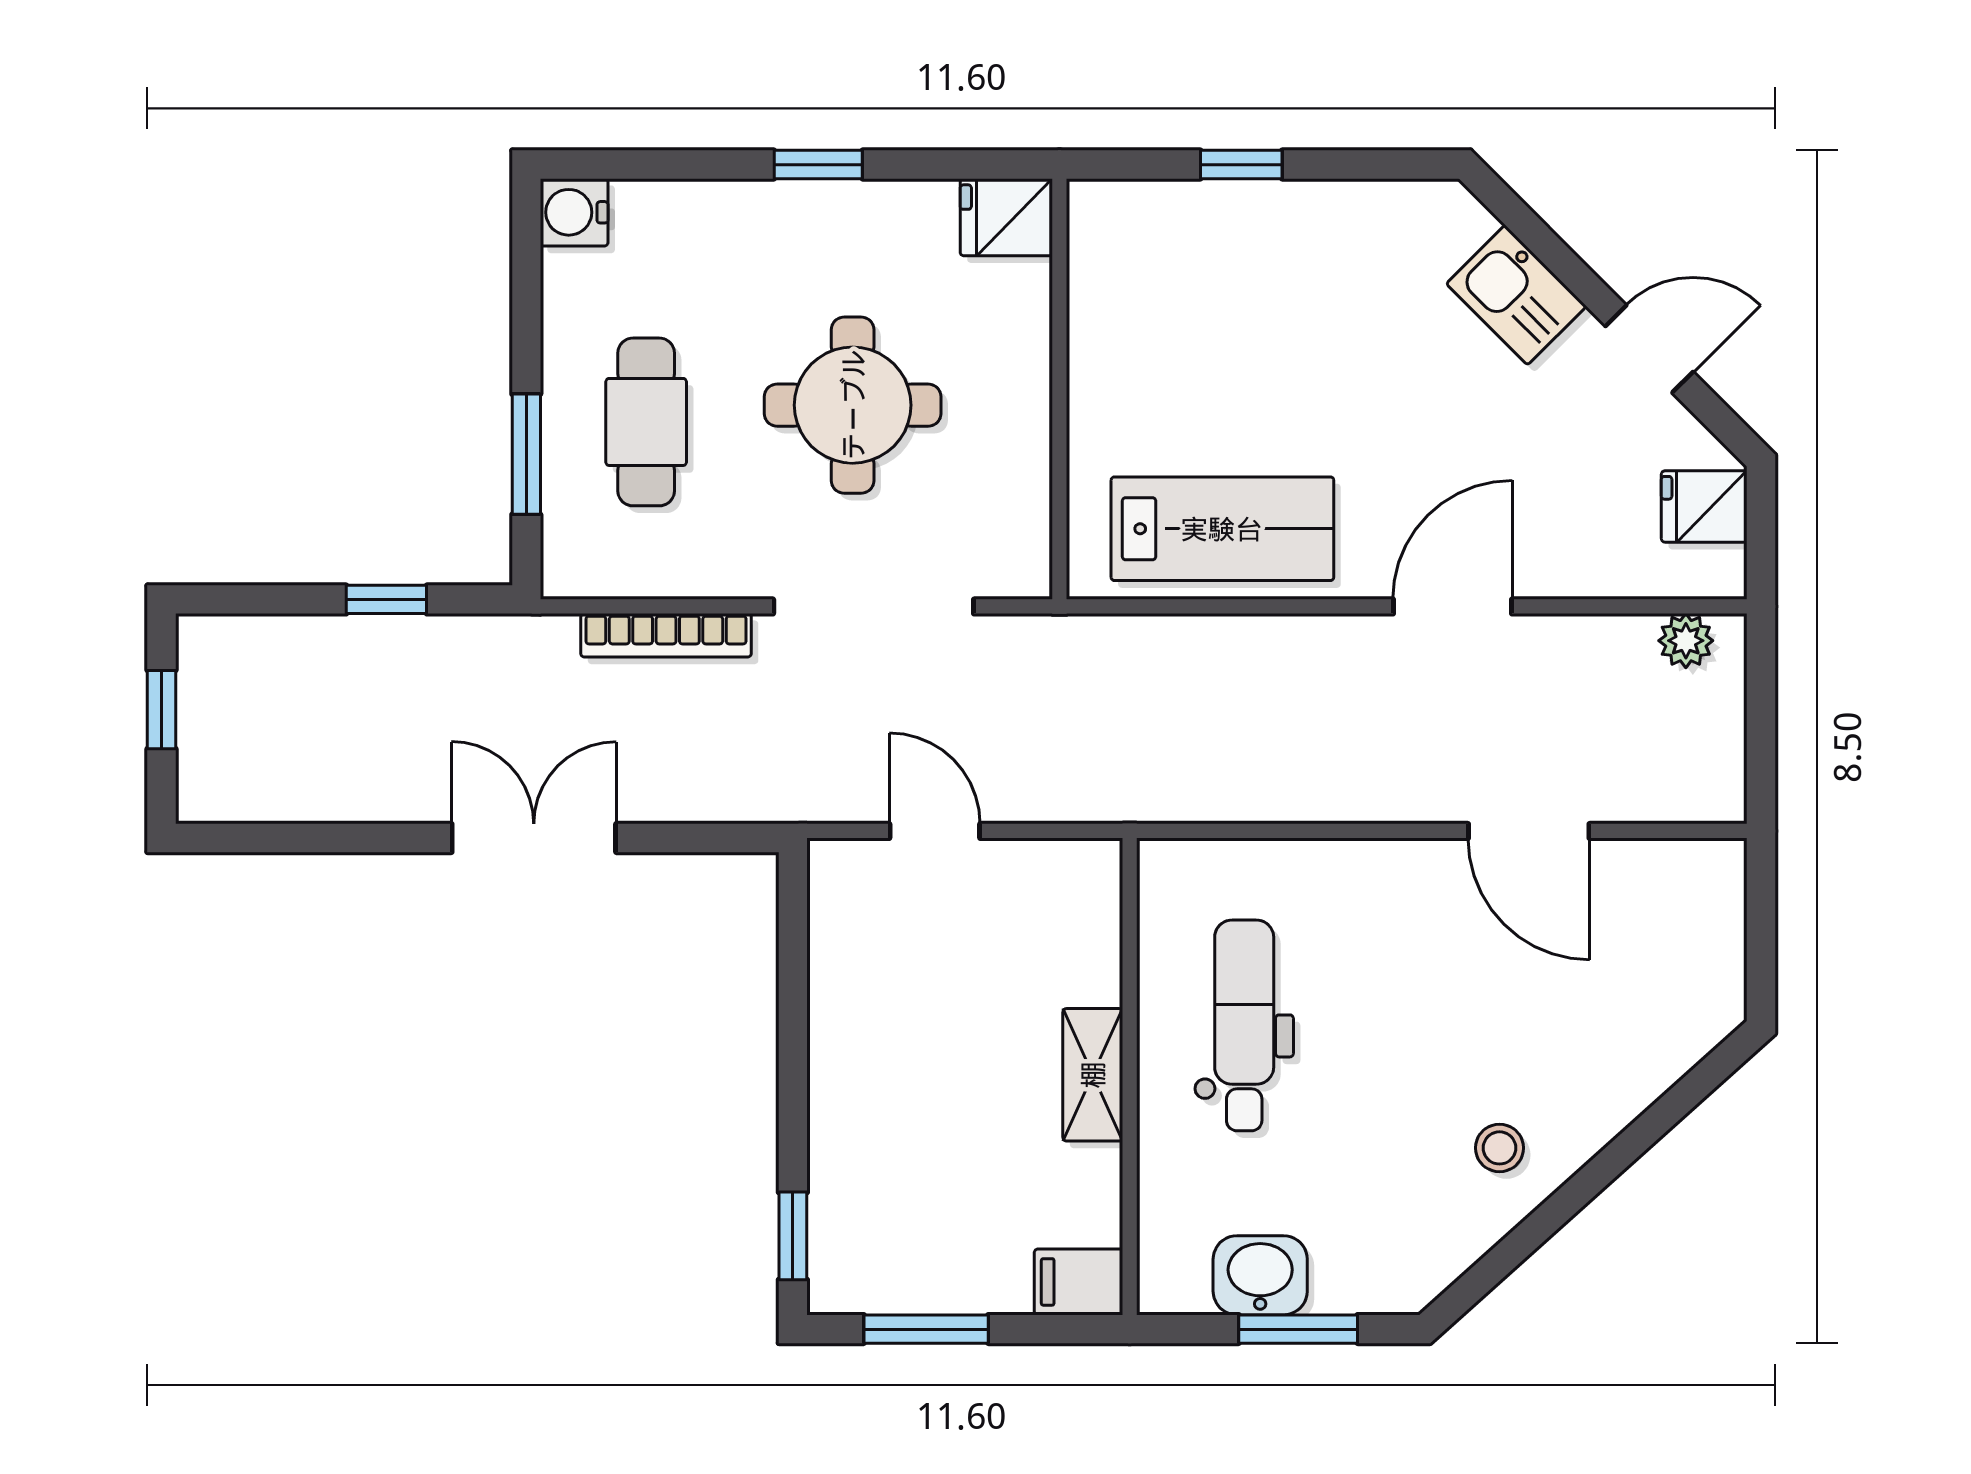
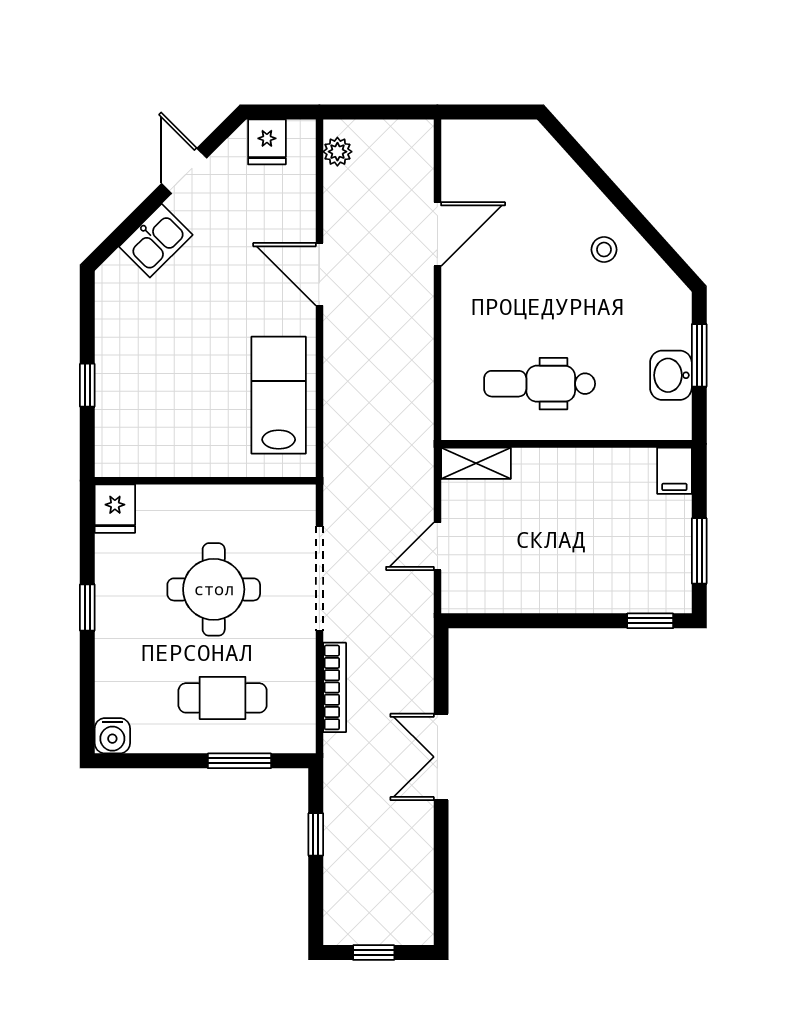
shelving: (1093, 1075) -> (476, 463), moved

